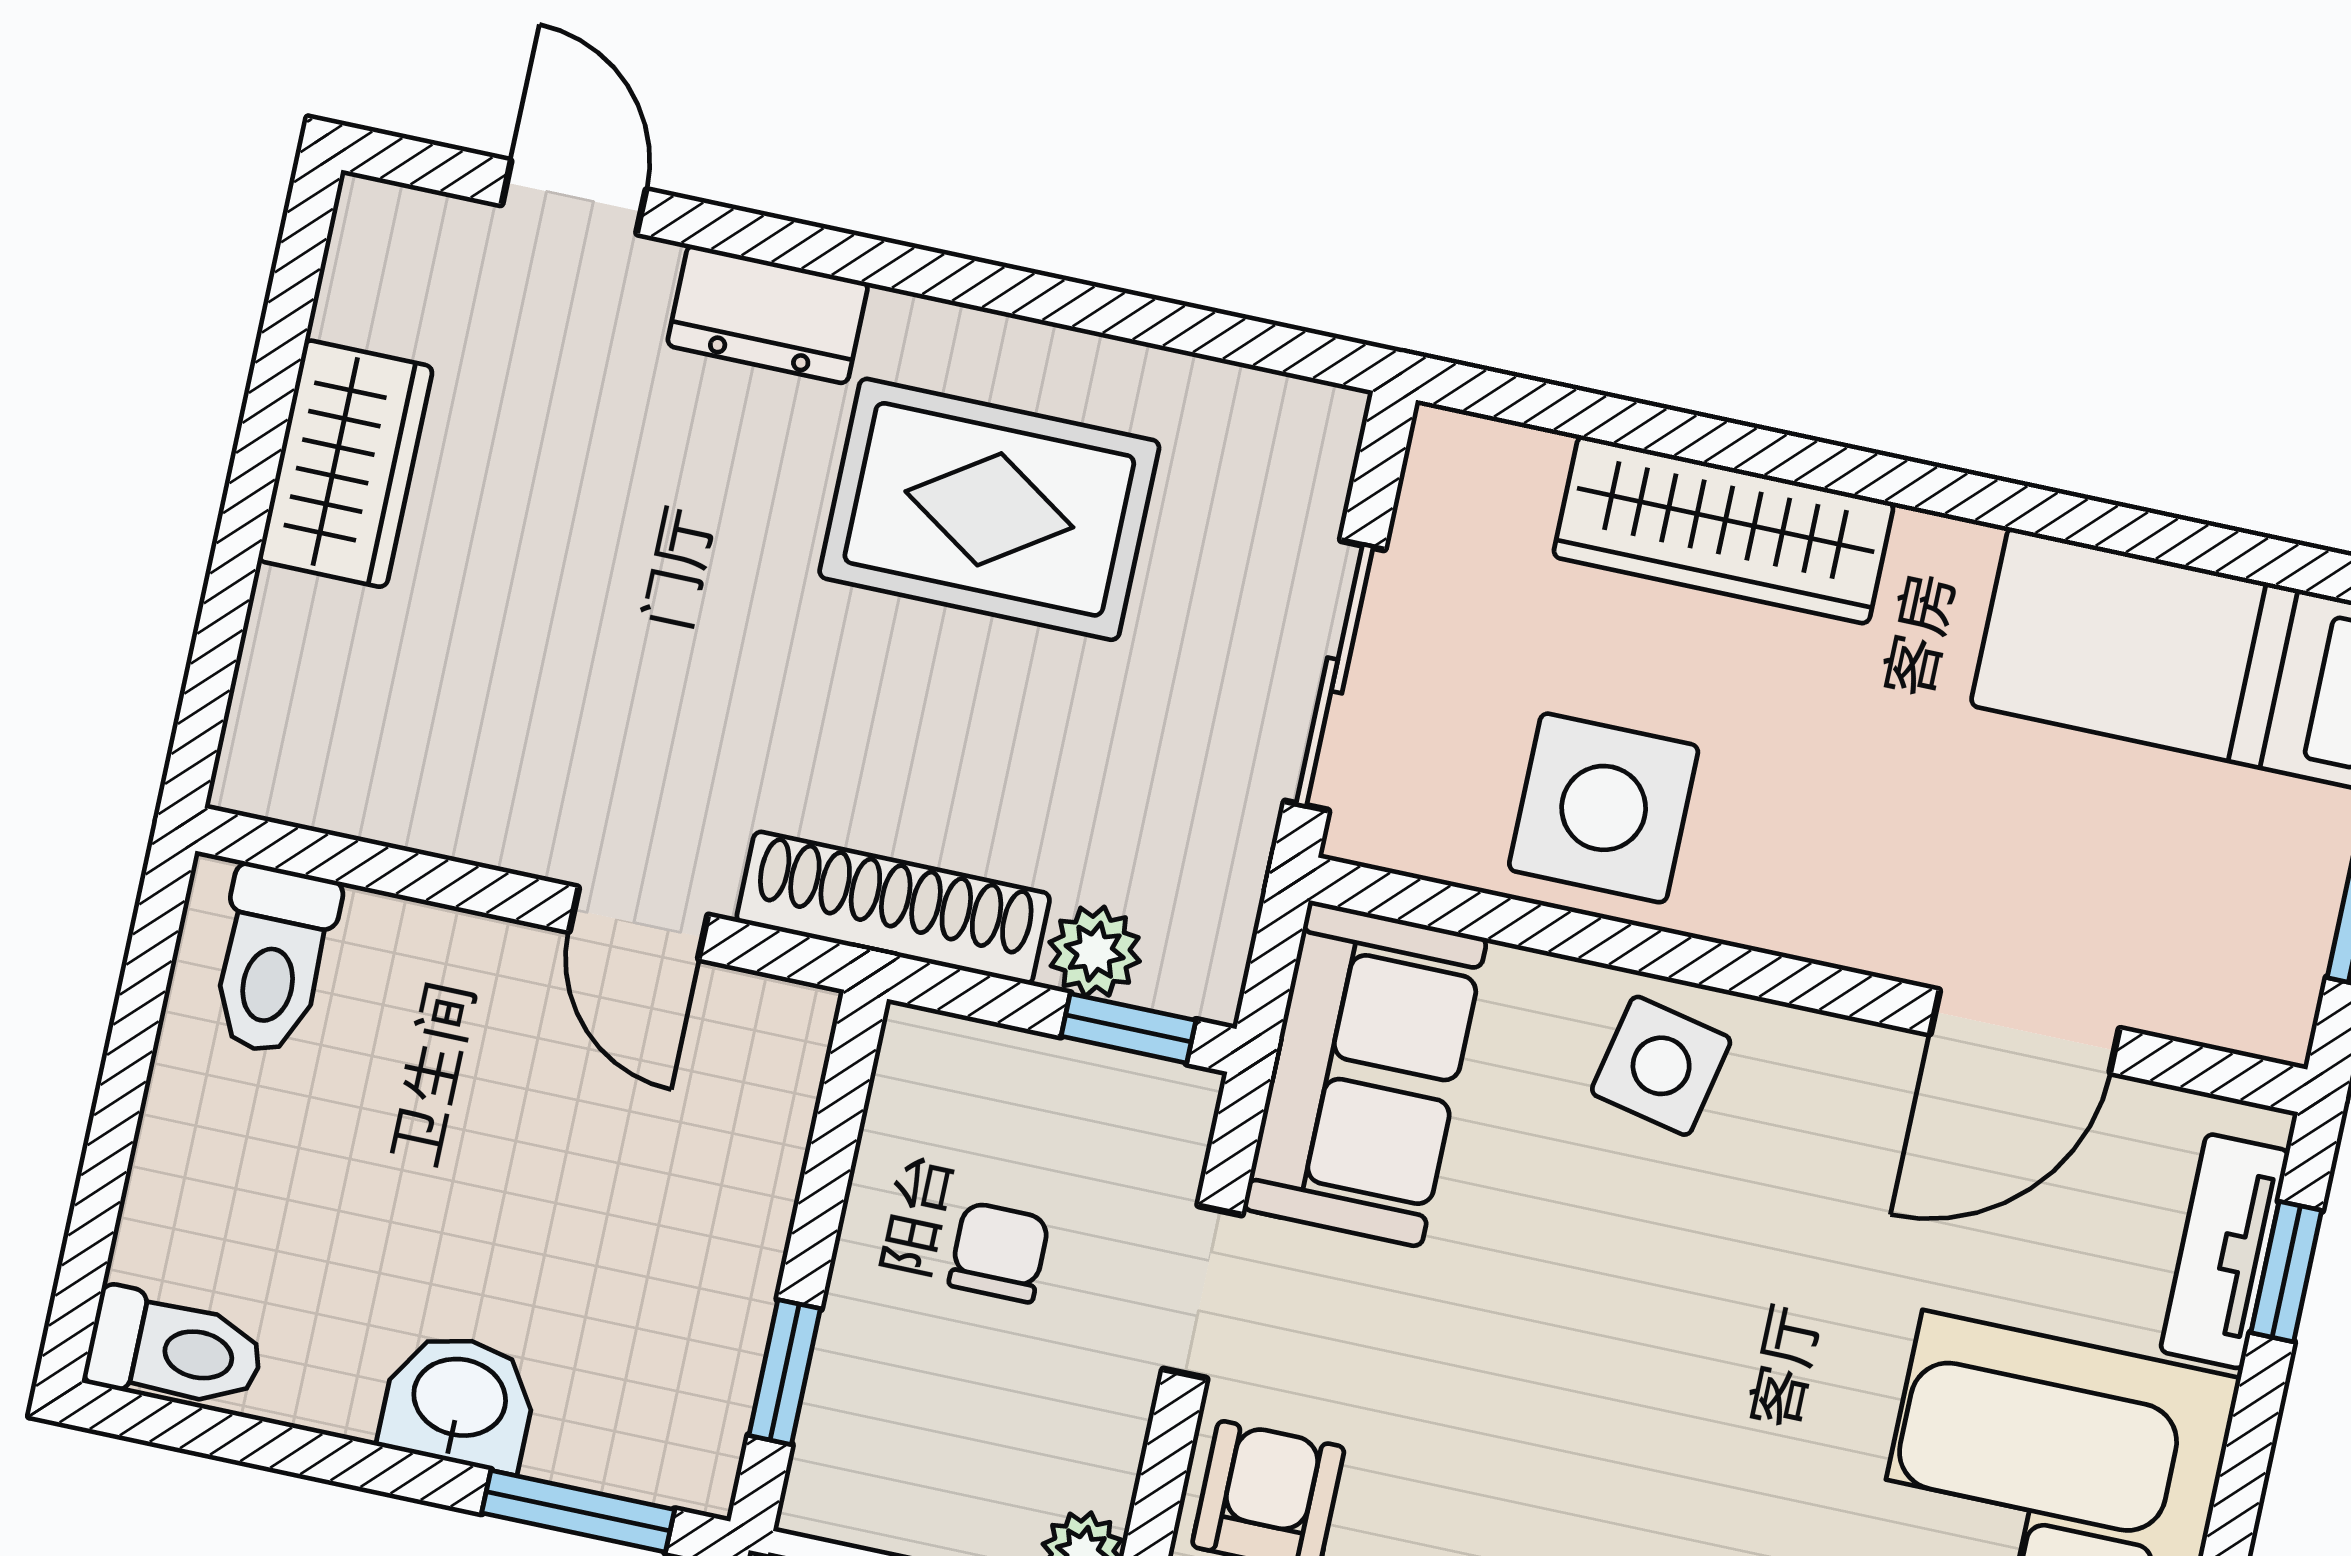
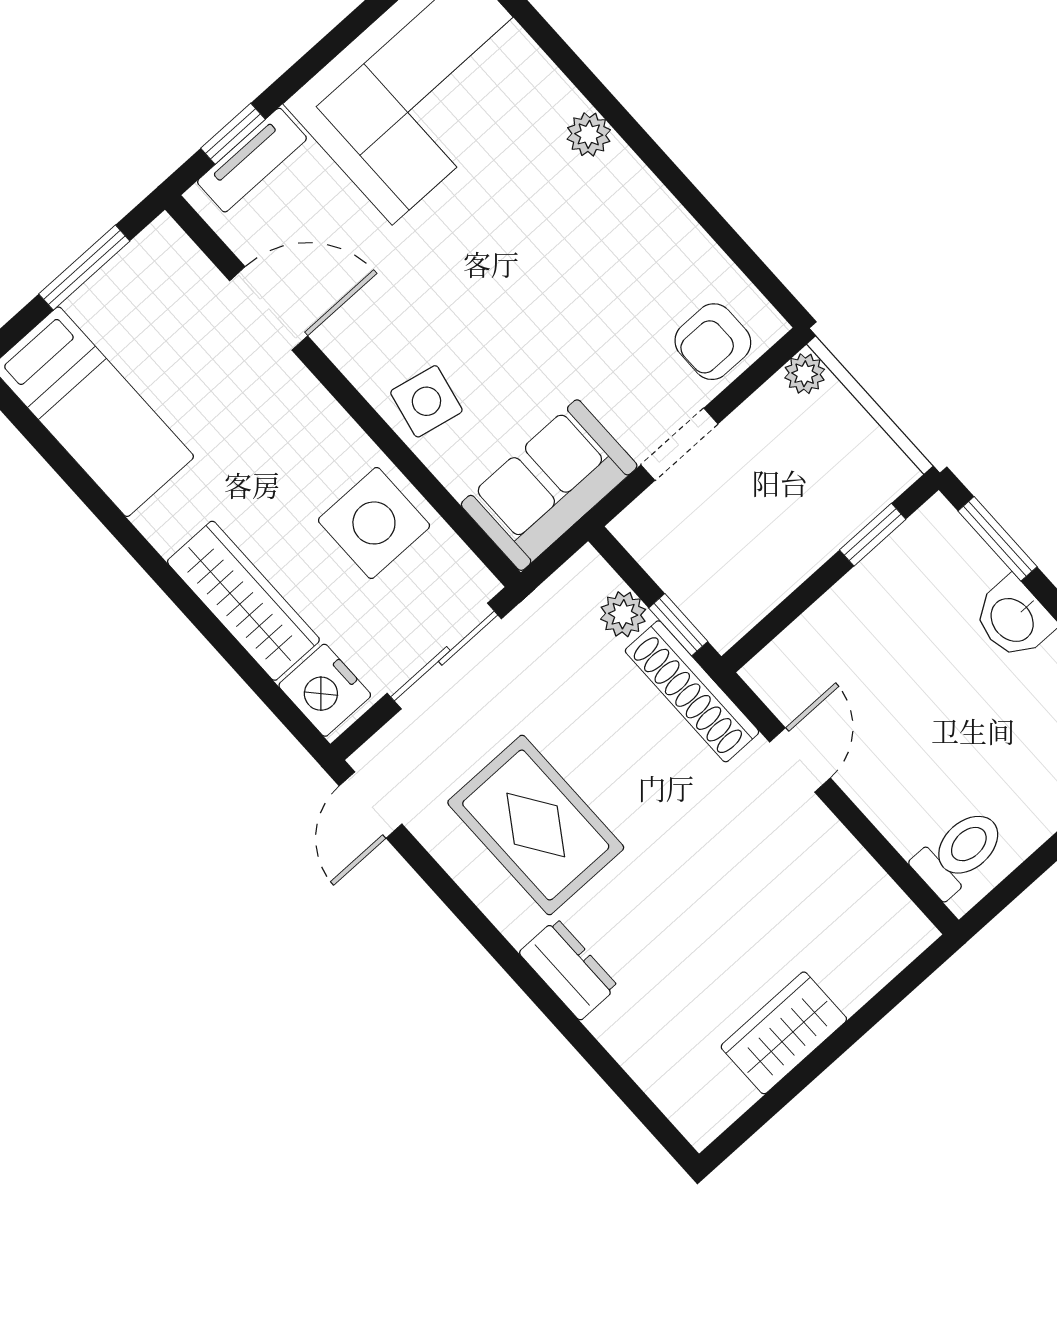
door: (574, 197) -> (370, 805), moved
nightstand: (1488, 480) -> (325, 690), added
window: (1128, 1028) -> (678, 625), moved
chair: (999, 1252) -> (750, 520), removed

